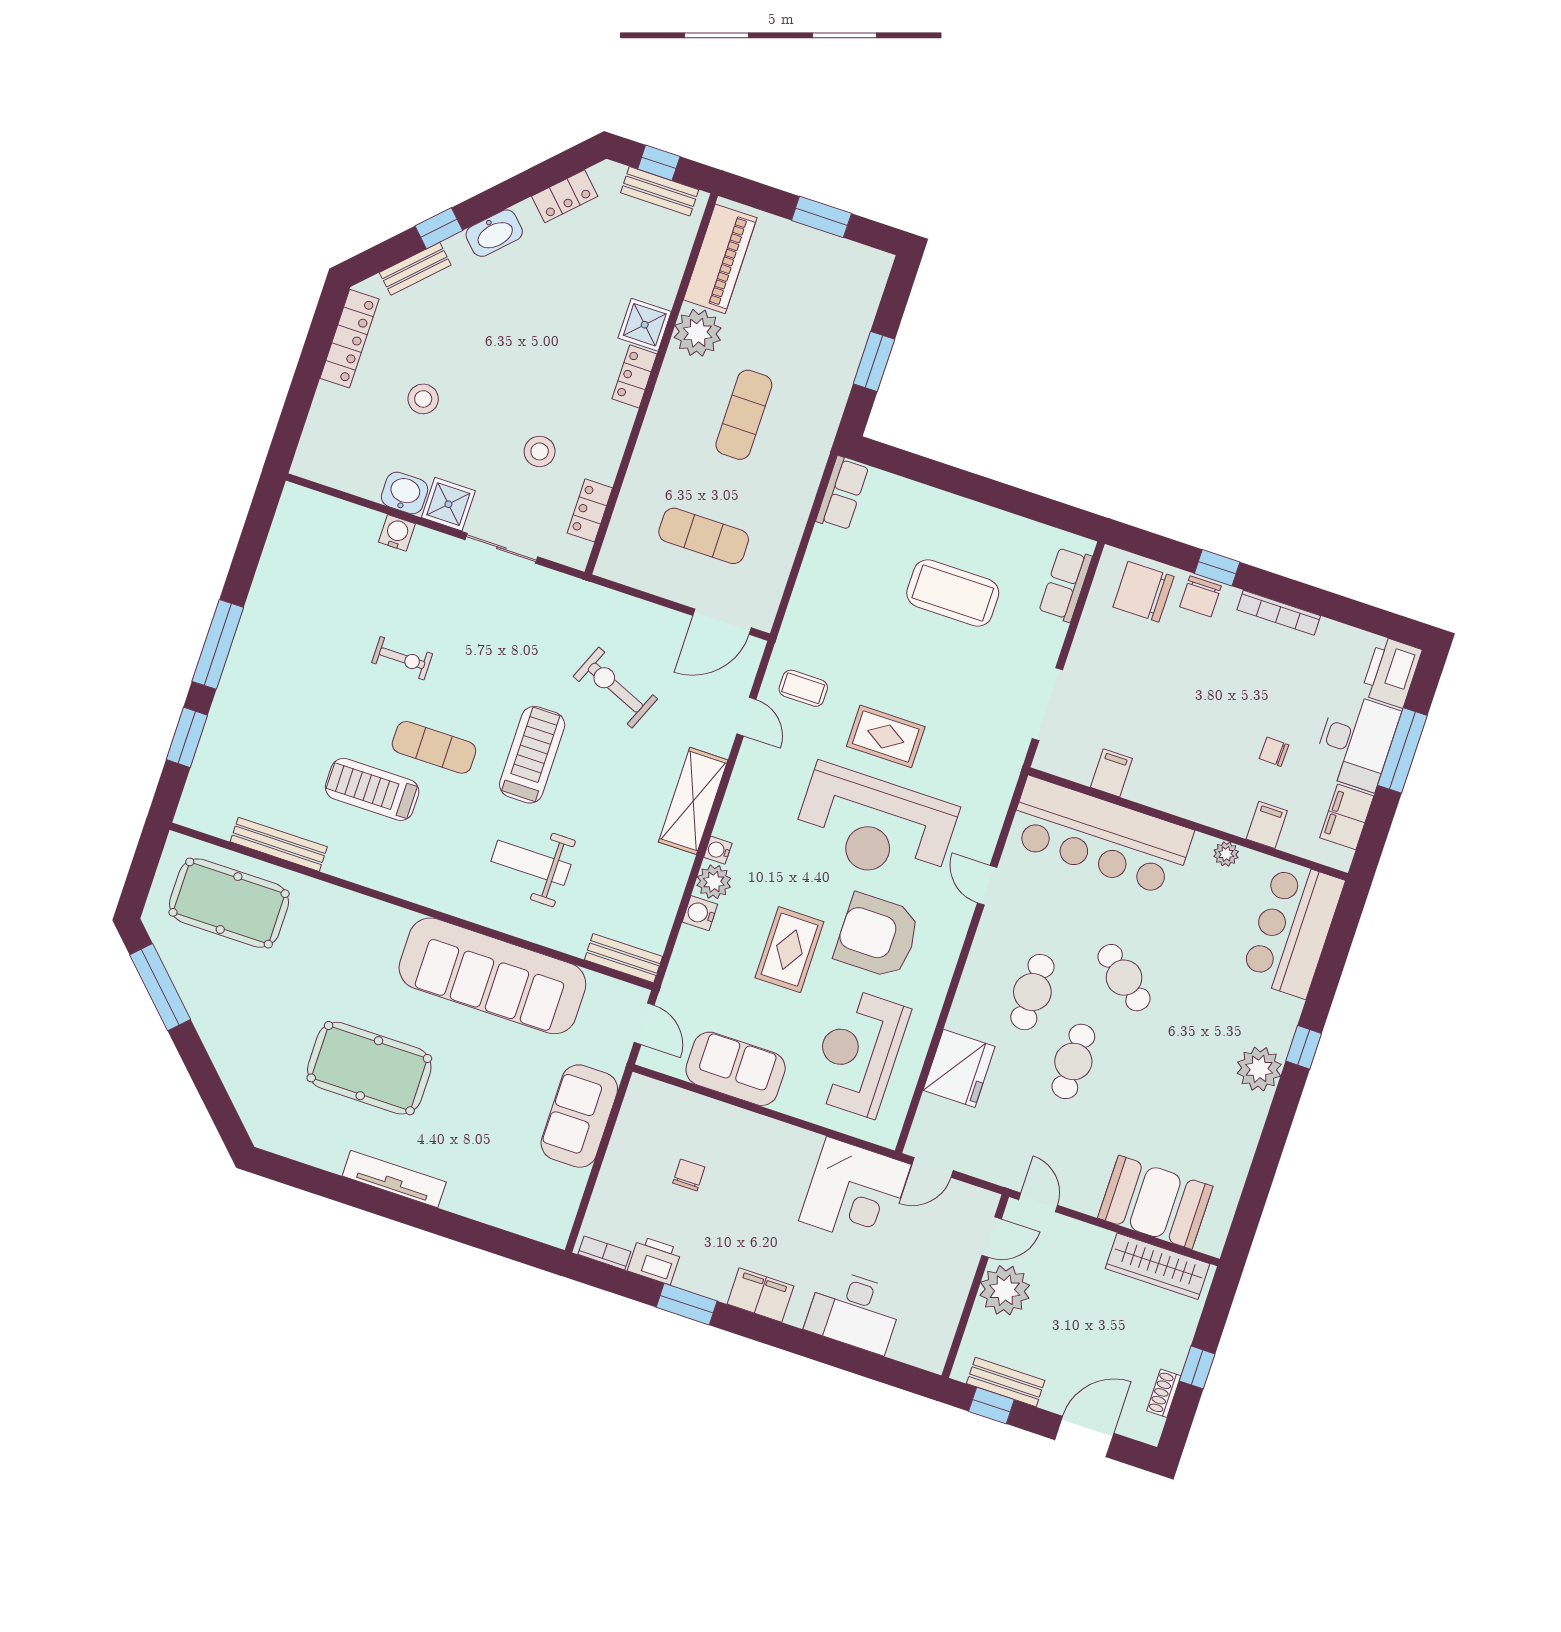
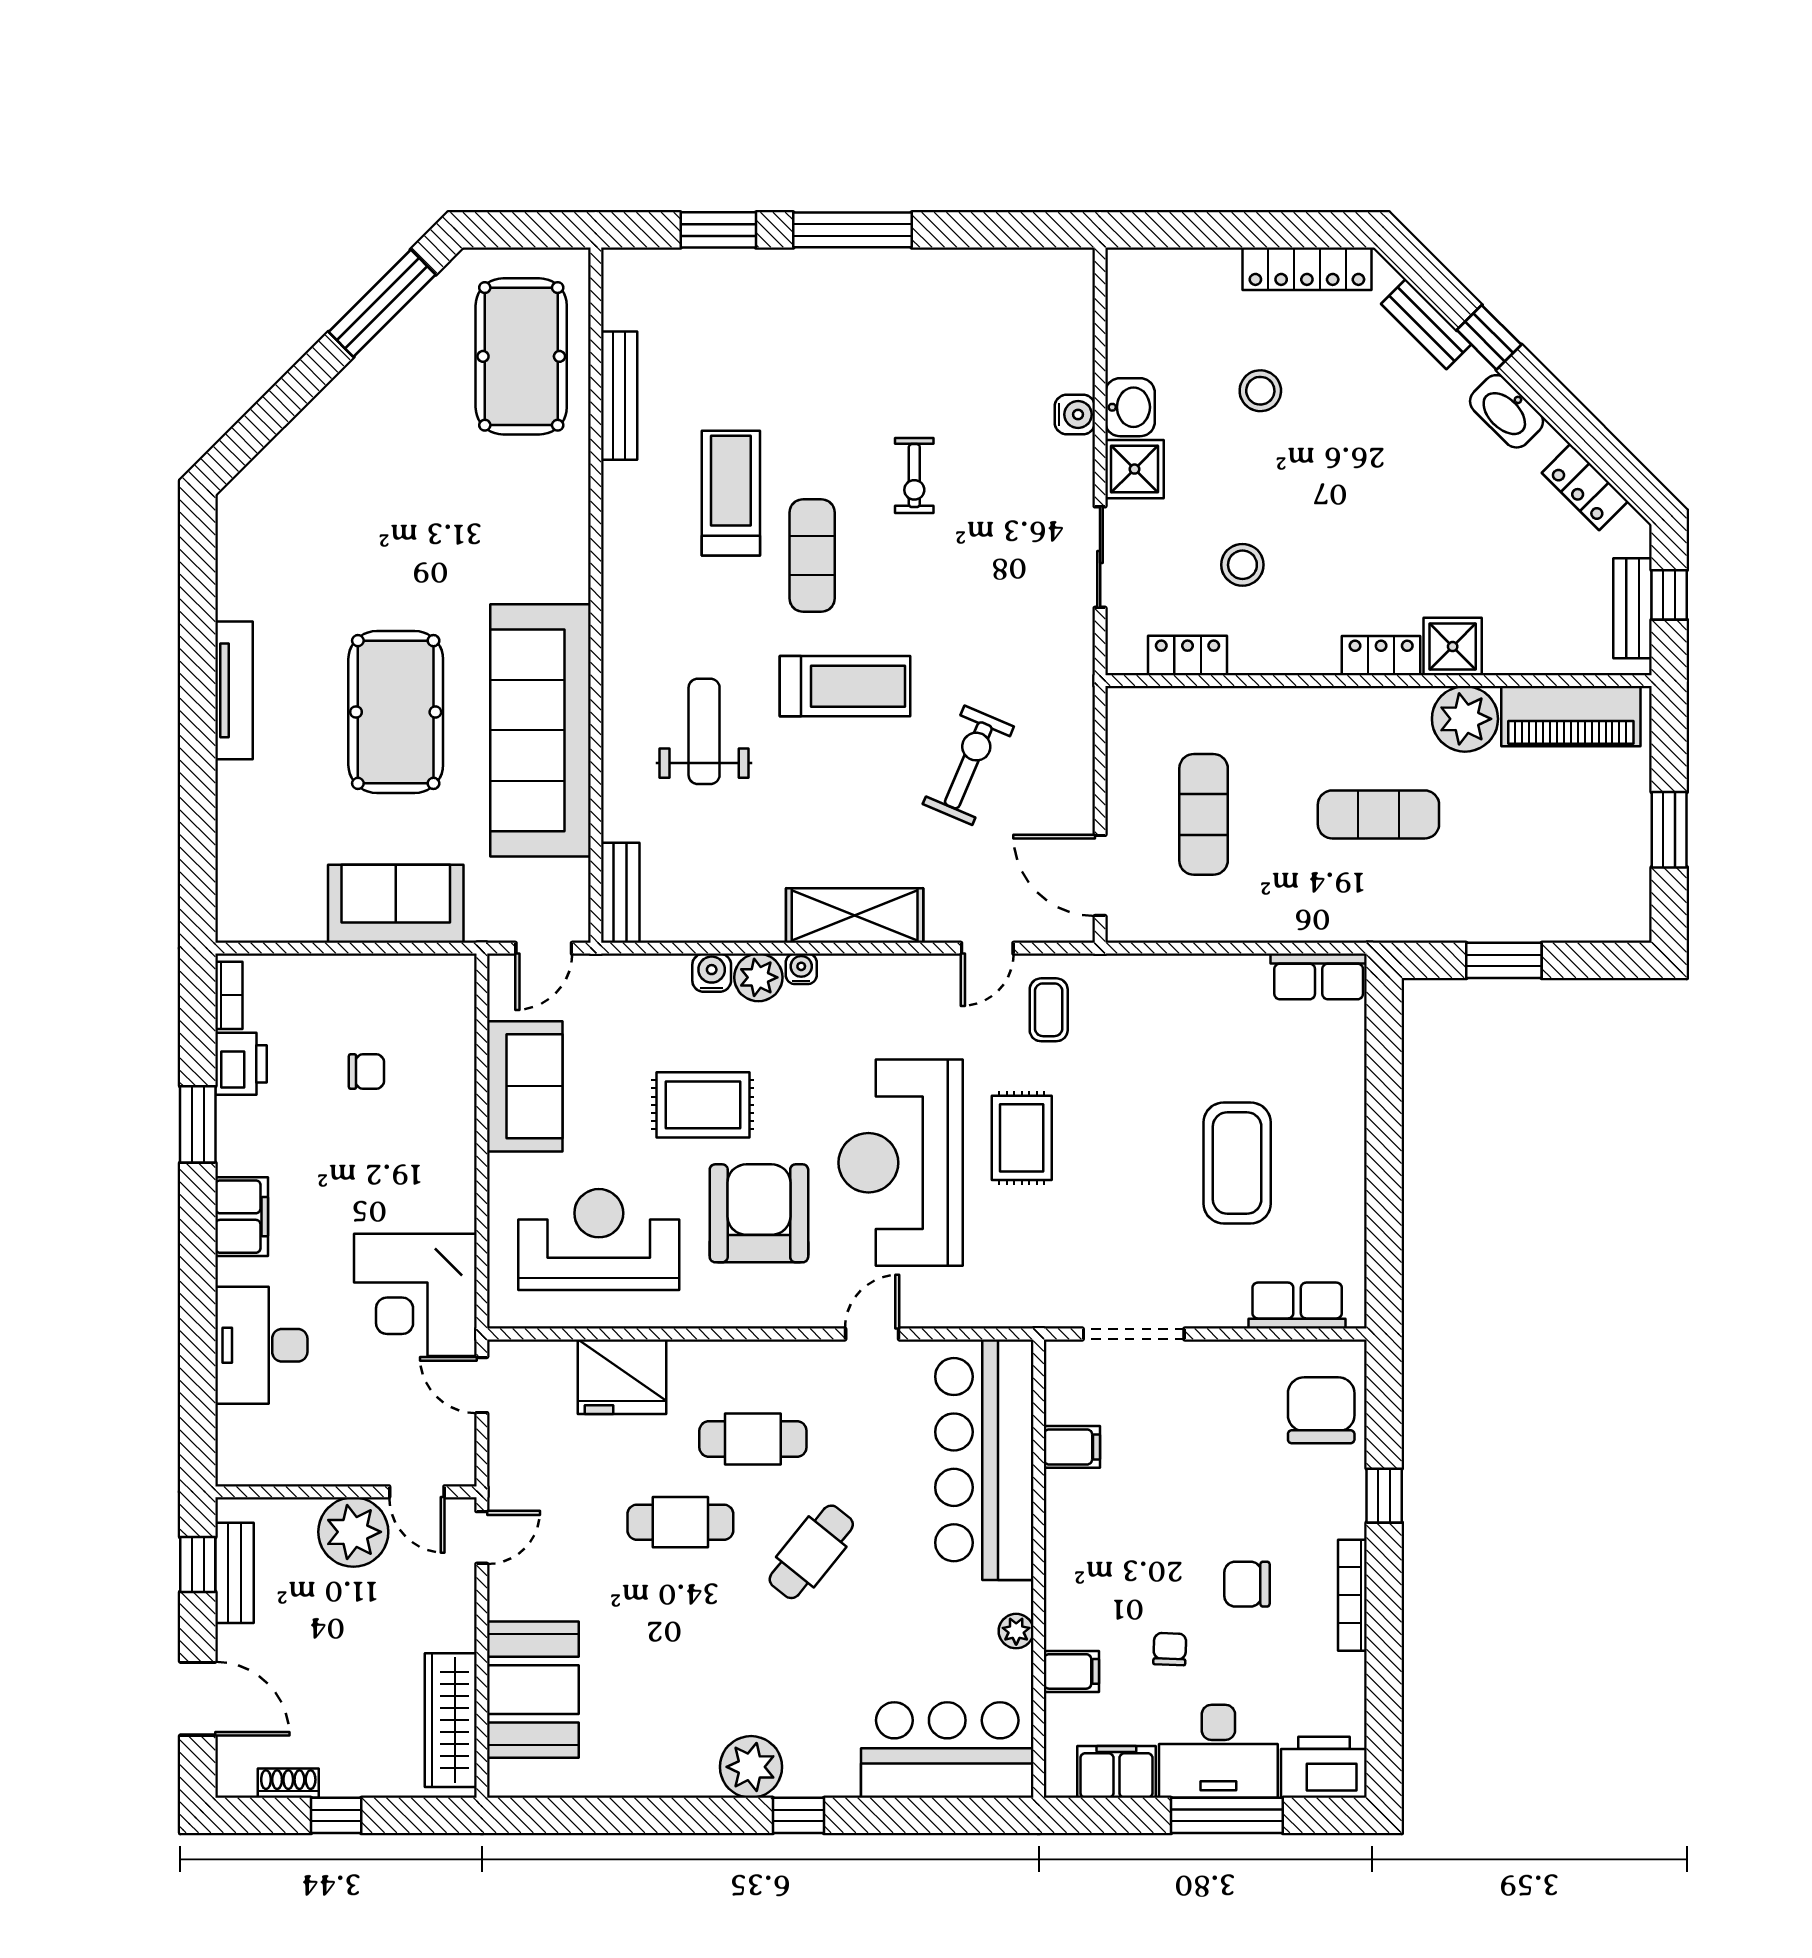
chair: (1201, 596) -> (1247, 1584), moved
pool table: (369, 1068) -> (396, 712), moved

